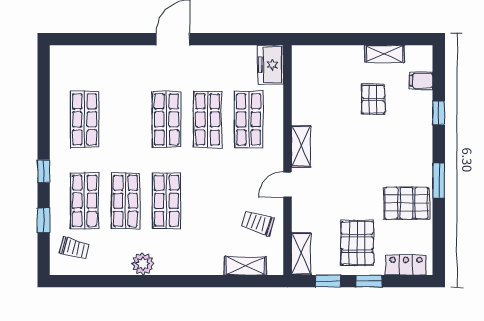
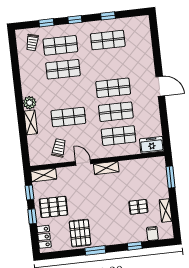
window: (329, 39) -> (171, 177), added
window: (44, 114) -> (108, 16), added
shop shelf: (167, 201) -> (68, 117), moved
plant: (143, 264) -> (30, 103), moved
shelving: (245, 266) -> (31, 122), moved

